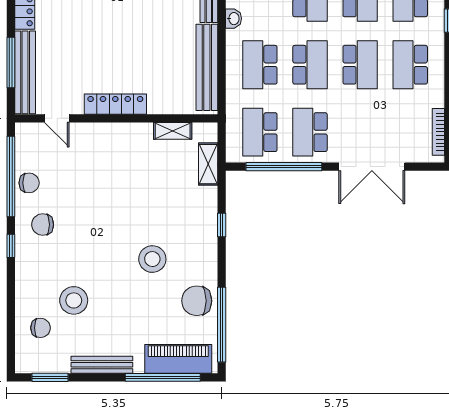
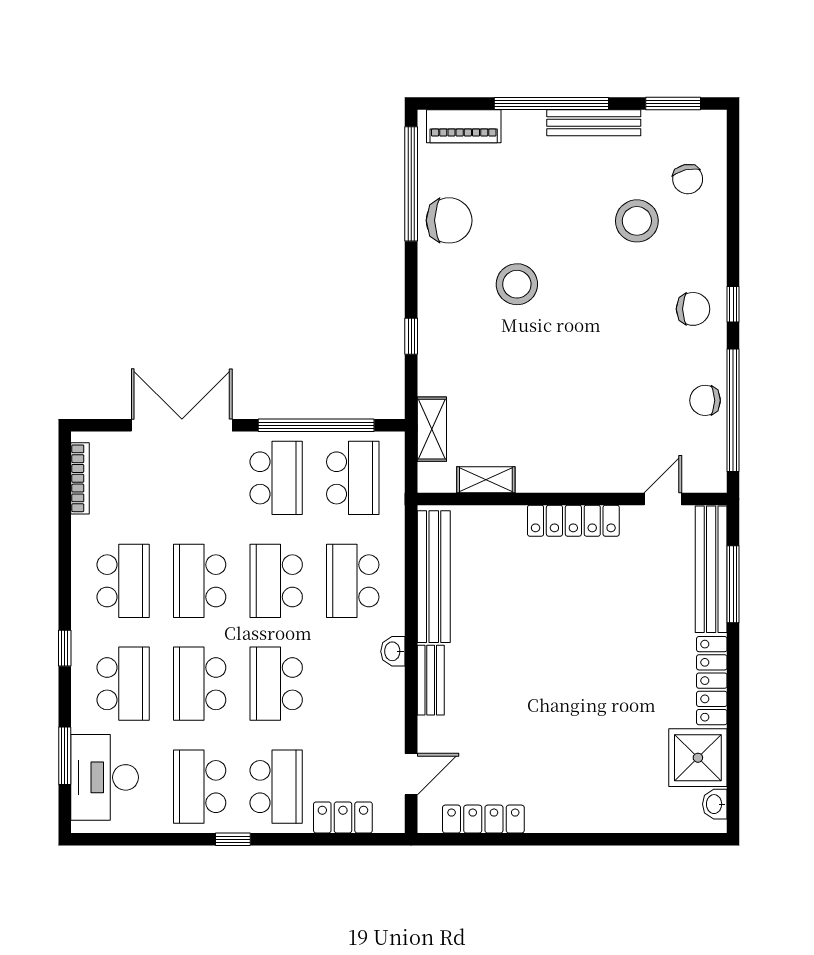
school desk: (260, 65) -> (353, 581), turned 180
door: (57, 118) -> (663, 499), hinge flipped
chair: (43, 225) -> (693, 309), moved
chair: (40, 328) -> (688, 179), turned -103
piano: (178, 359) -> (464, 126), width x0.73, depth x0.75
window: (163, 377) -> (551, 103), moved

